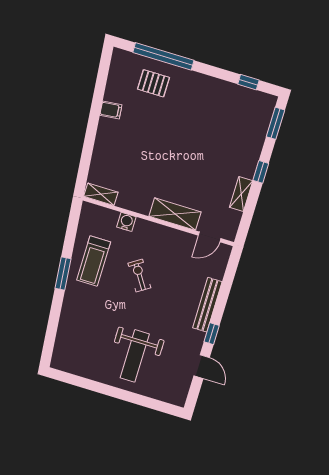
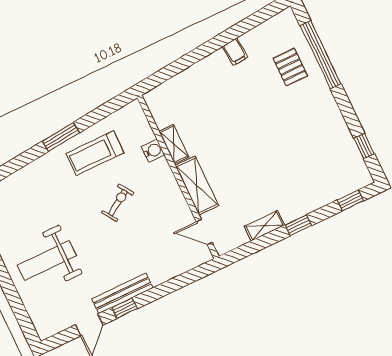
window: (276, 123) -> (350, 200), width x0.67
shelving: (101, 194) -> (174, 144), moved
bench: (207, 305) -> (122, 293), moved

